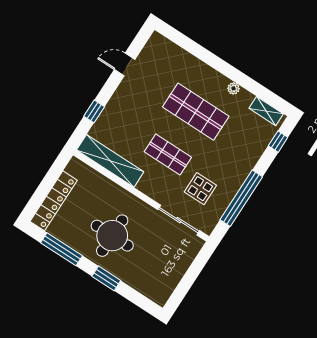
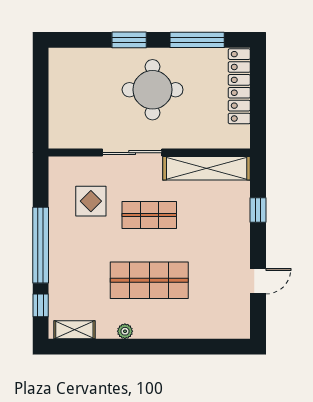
window: (241, 198) -> (41, 245), moved
sliding door: (179, 220) -> (132, 153), moved

